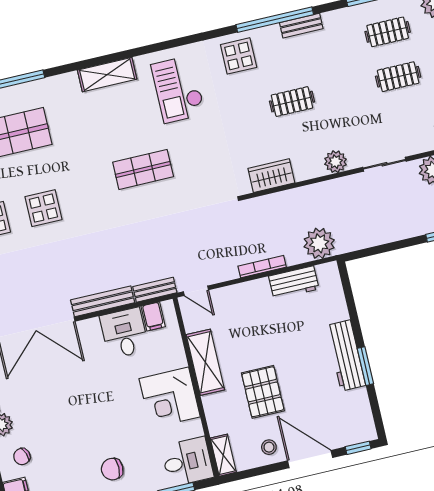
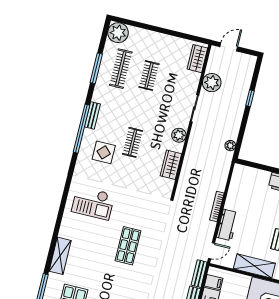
clothes rail: (388, 32) -> (121, 69), width x1.36
display table: (239, 56) -> (104, 152), moved
shelving: (107, 75) -> (60, 256), moved
wardrobe: (271, 176) -> (171, 165), moved
plant: (319, 243) -> (230, 146), moved, width x0.53, depth x0.53
workbench: (294, 283) -> (227, 225), moved

